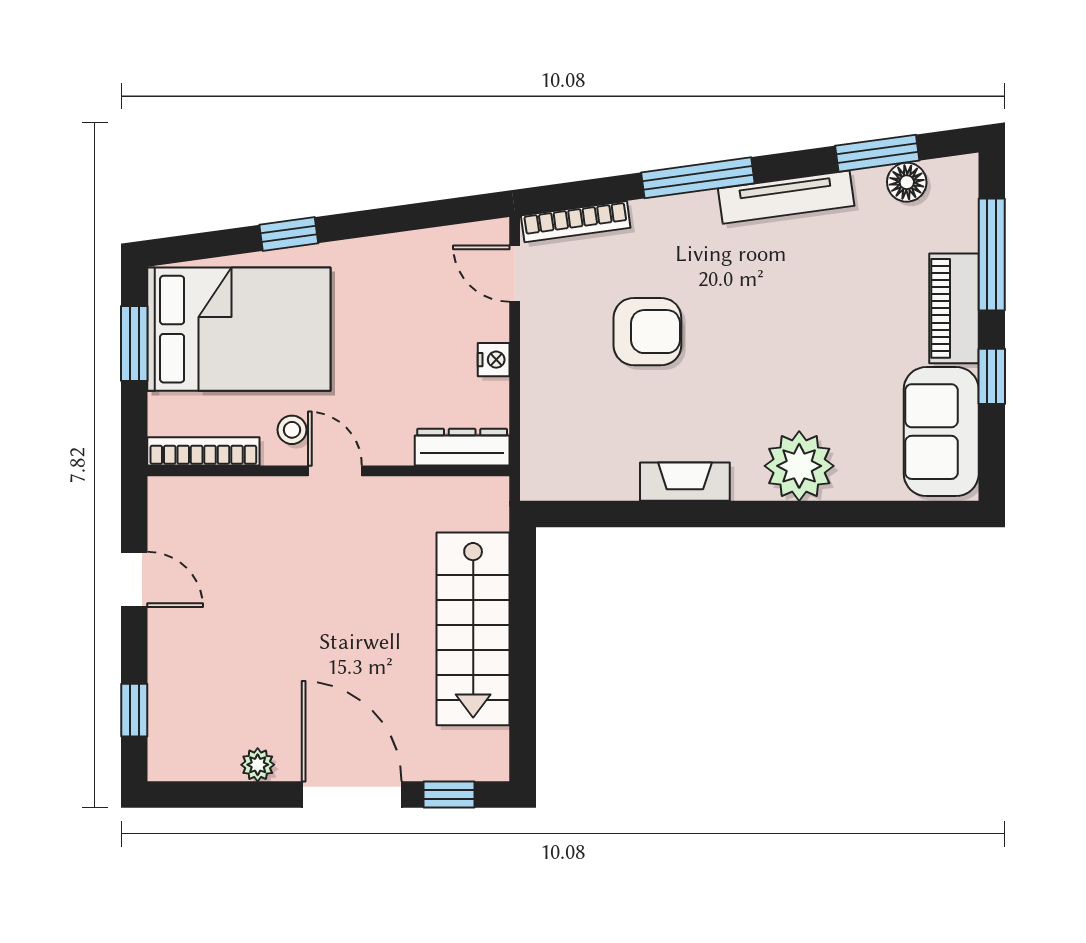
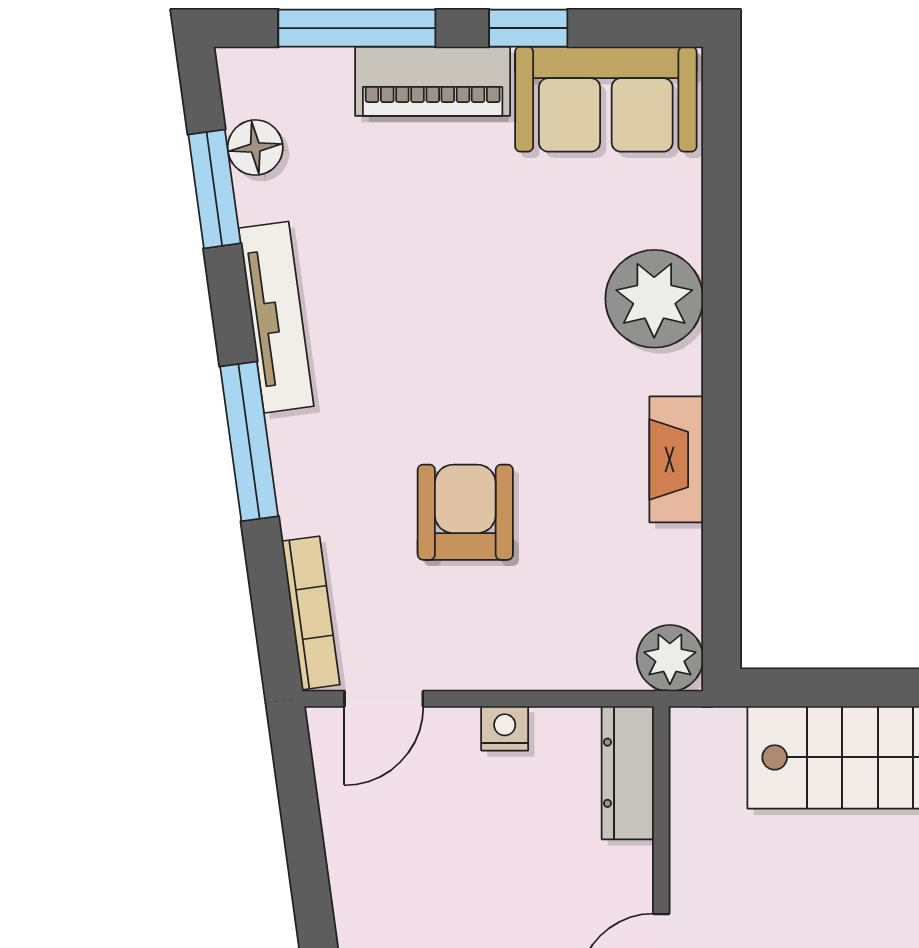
plant: (544, 477) -> (670, 658), added

